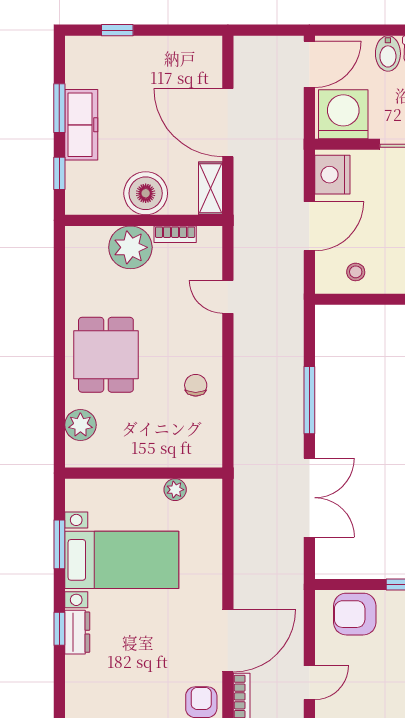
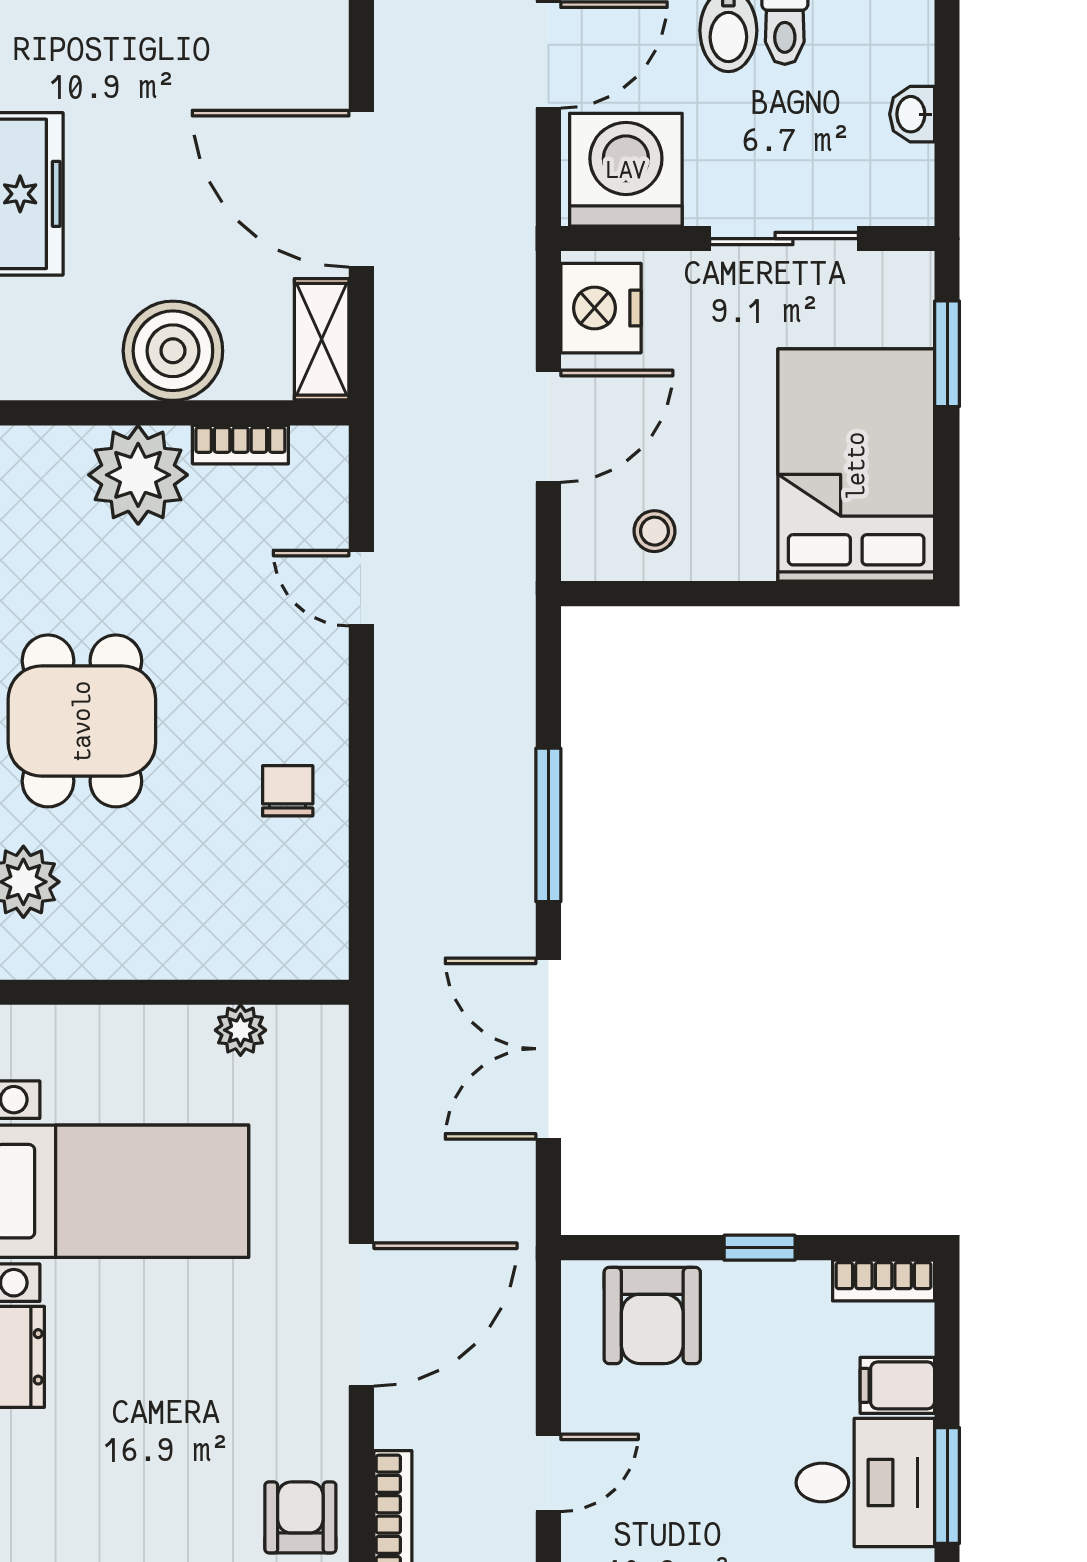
double door: (309, 498) -> (548, 1049), swing flipped
armchair: (355, 614) -> (652, 1315), turned -90
door: (228, 641) -> (361, 1315), moved

